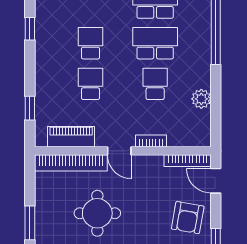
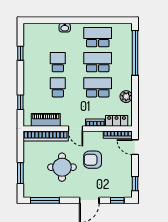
school desk: (155, 84) -> (98, 87), width x1.85
locker: (186, 138) -> (117, 121), added
armchair: (188, 218) -> (93, 160), moved, turned 80

